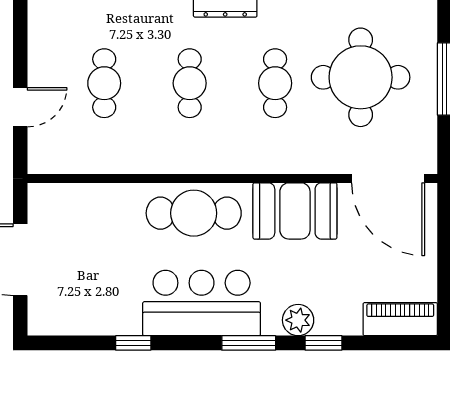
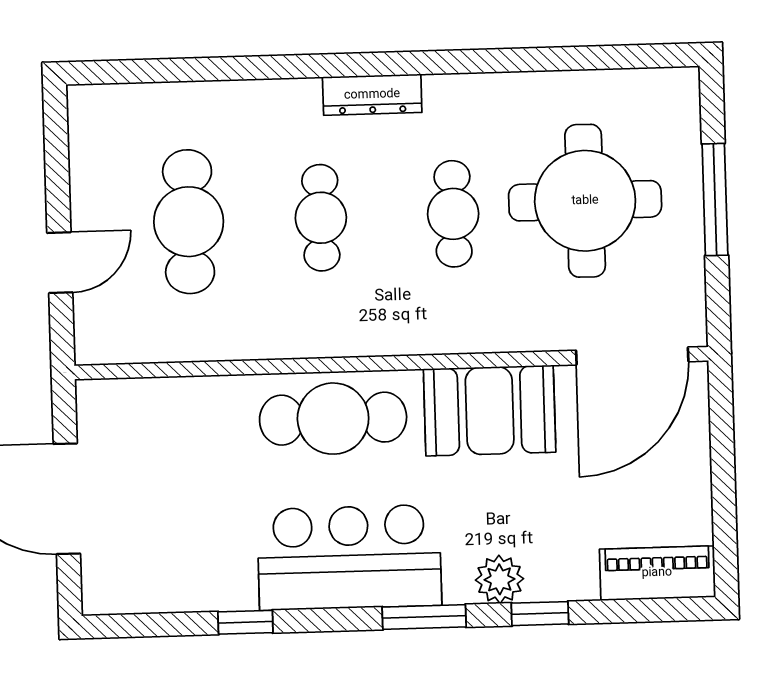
cafe table: (104, 83) -> (189, 222), width x1.37, depth x1.35
door: (388, 178) -> (632, 356), hinge flipped

